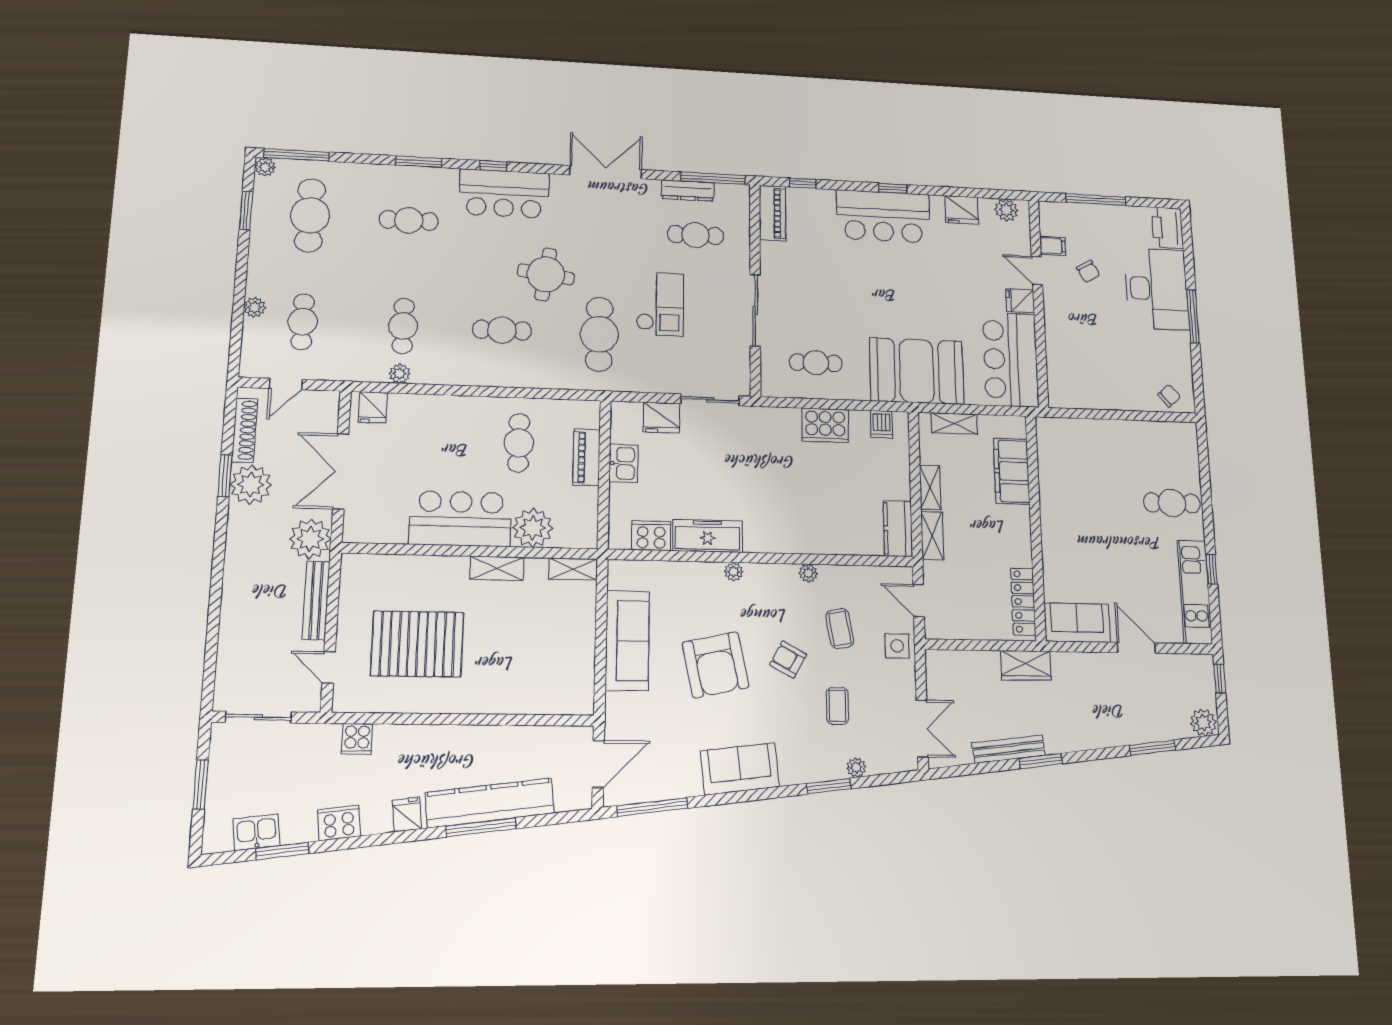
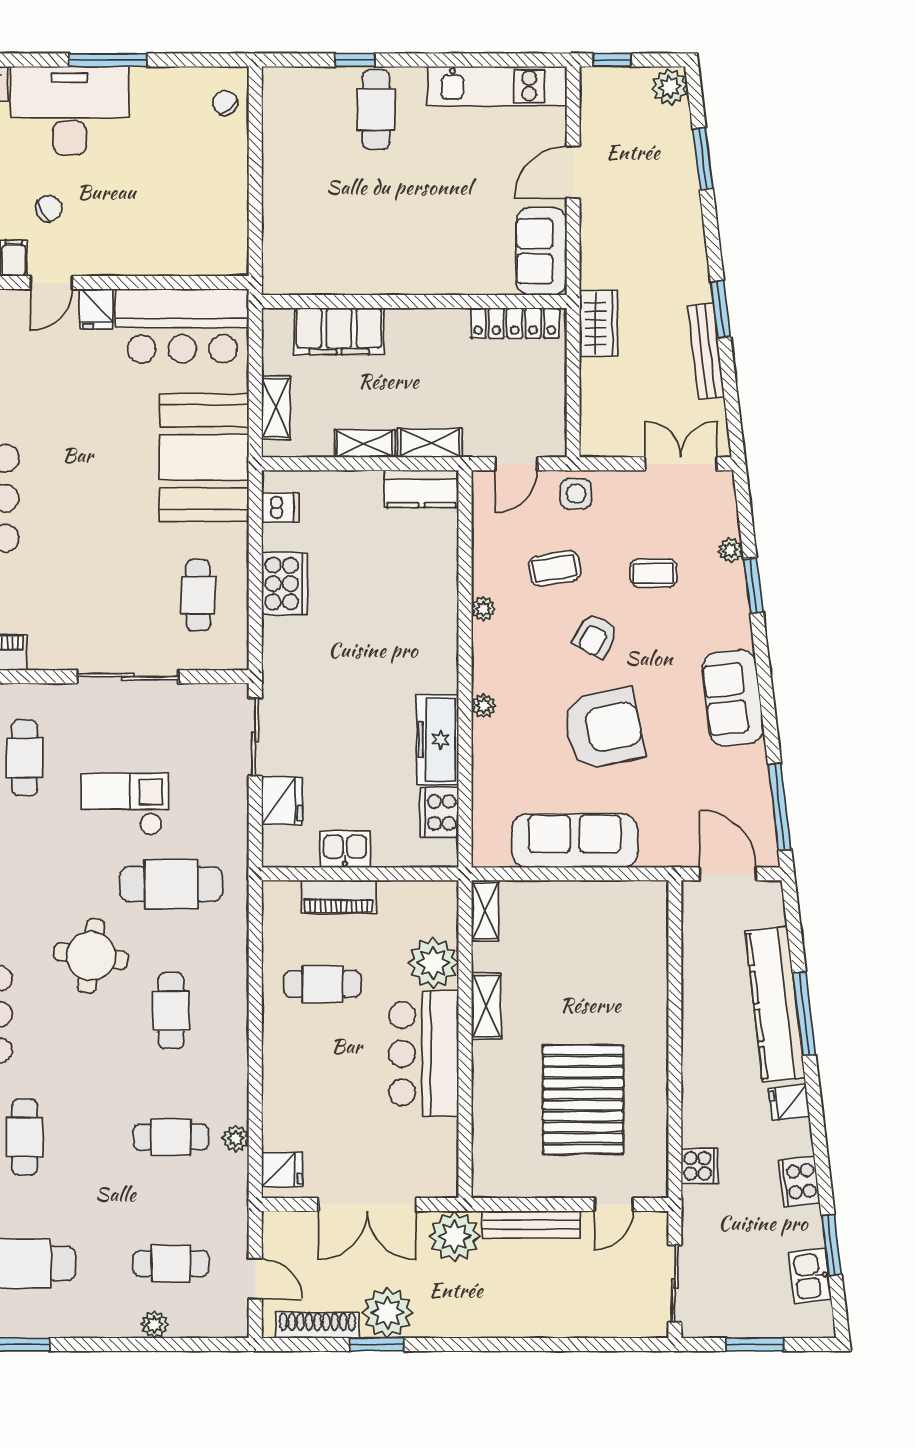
window: (1212, 569) -> (355, 60), moved

